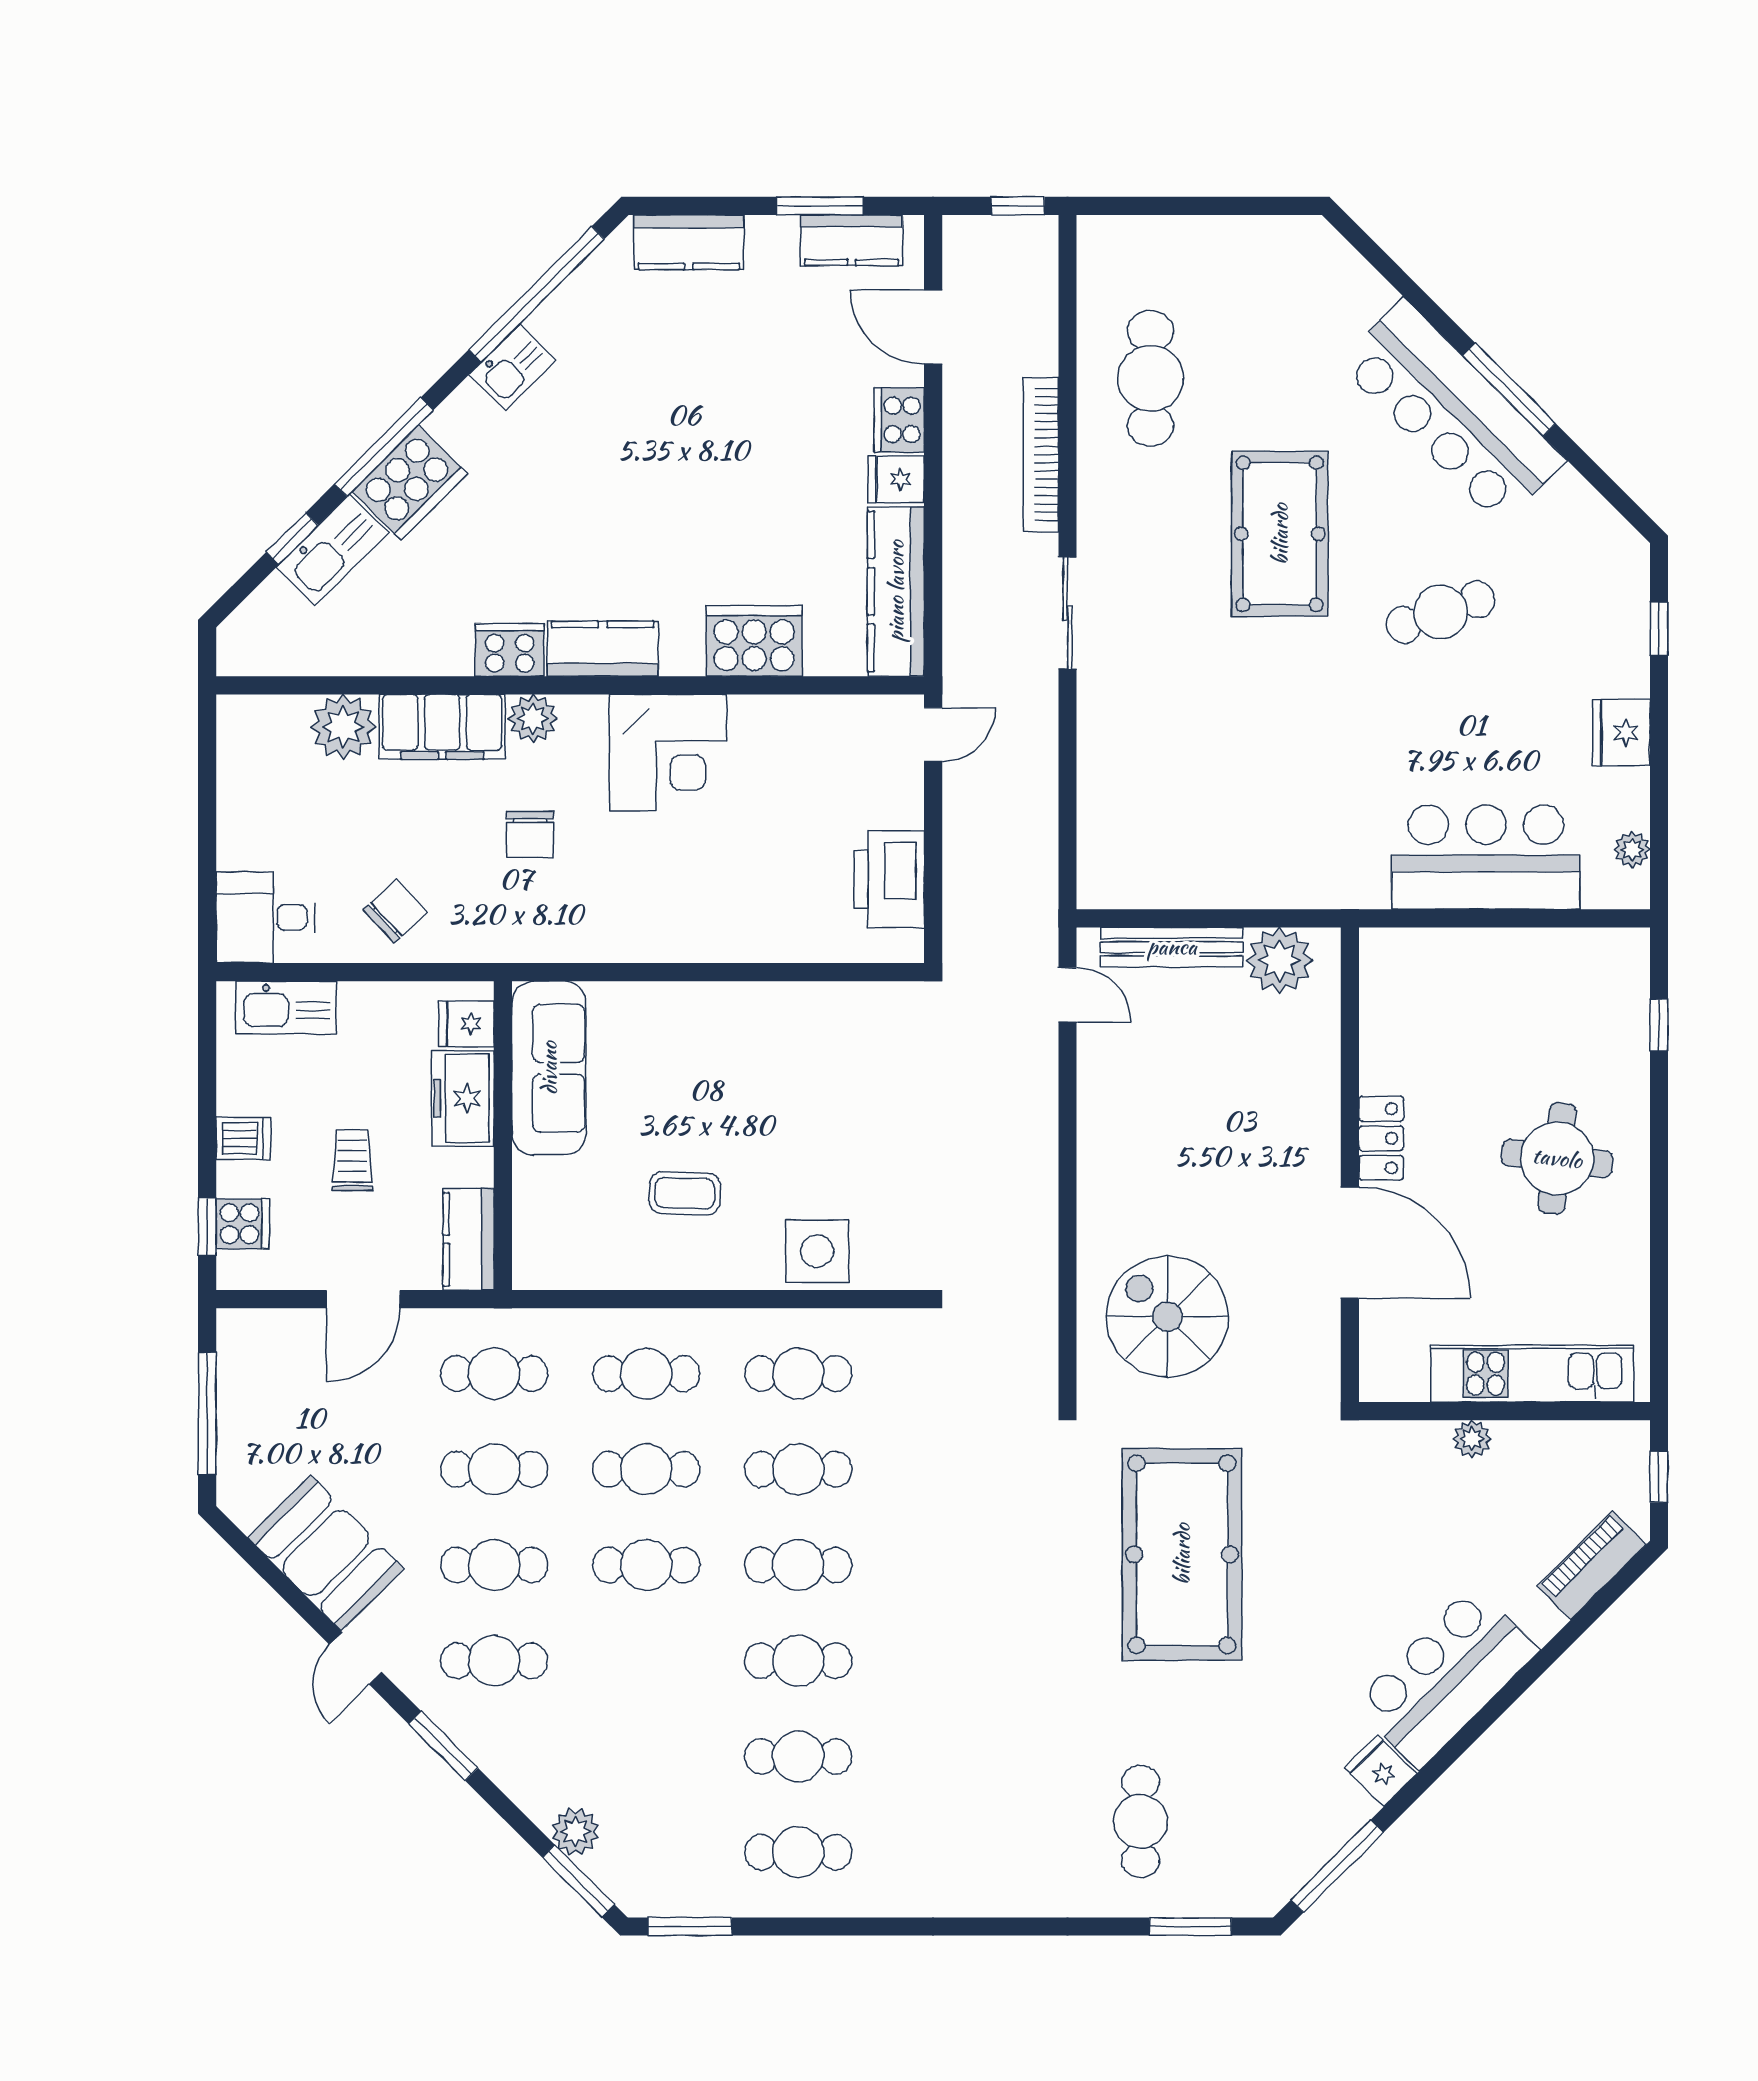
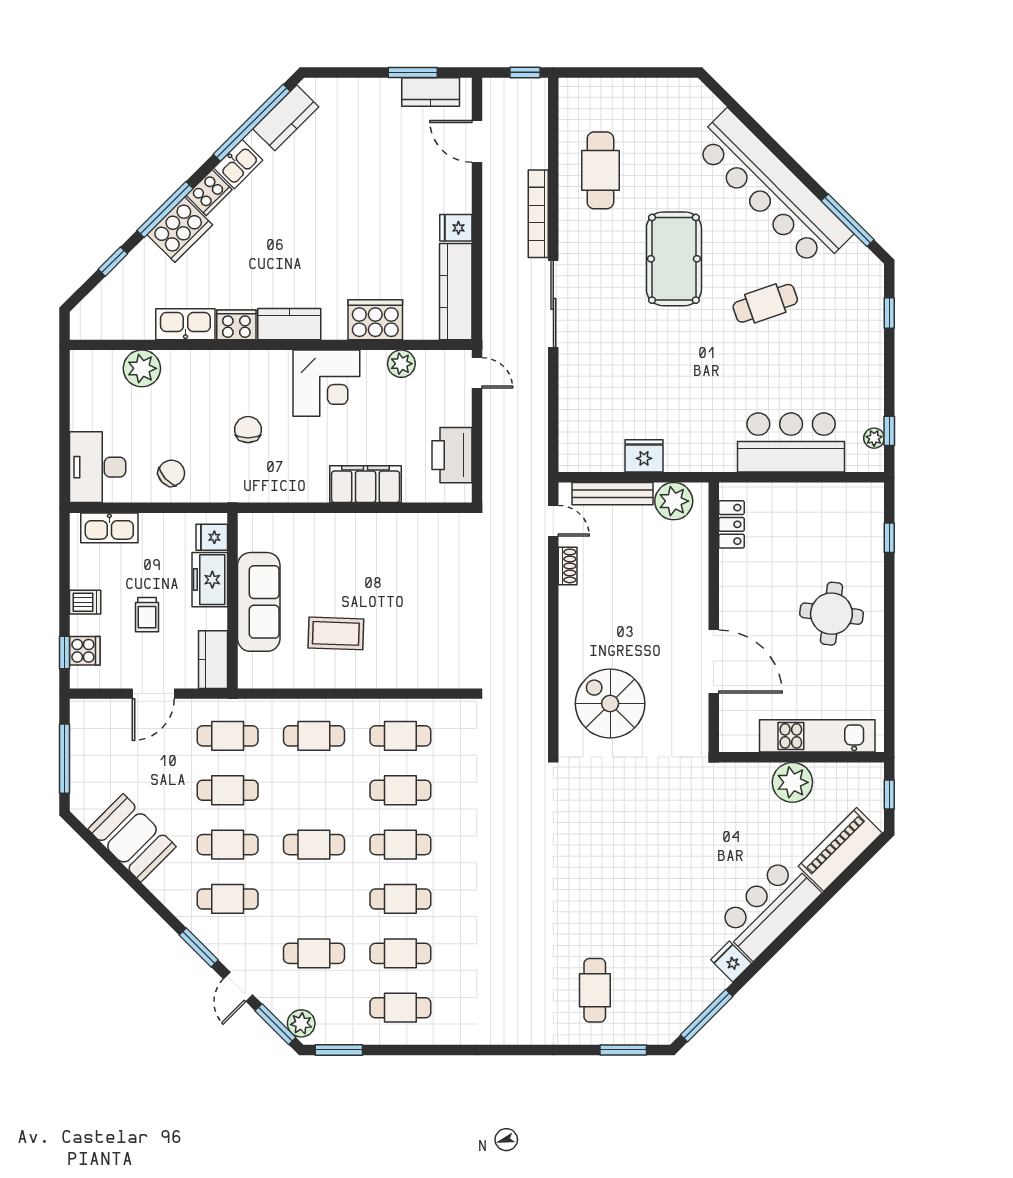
kitchen counter: (689, 242) -> (286, 118), moved, turned -45
window: (1509, 389) -> (848, 220), moved
bar counter: (1452, 412) -> (772, 189), width x1.36
cooker: (899, 420) -> (209, 193), moved, turned -135
kitchen sink: (332, 550) -> (185, 324), moved, turned -135
sliding door: (1068, 613) -> (553, 304), width x1.37
plant: (533, 718) -> (401, 364), moved
filing cabinet: (442, 727) -> (366, 484), moved, turned 180
fridge: (1621, 733) -> (644, 456), moved, turned 90
door: (933, 735) -> (477, 373), hinge flipped
chair: (530, 834) -> (248, 430), turned 180
window: (1659, 837) -> (889, 431), added
desk: (265, 918) -> (98, 467), width x1.37
sofa: (549, 1068) -> (259, 602), moved
shoe rack: (1093, 1074) -> (568, 566), added
locker: (1381, 1138) -> (732, 524), moved
trolley: (352, 1160) -> (147, 615), turned 180
coffee table: (685, 1193) -> (336, 633), width x1.36, depth x1.30
side table: (817, 1251) -> (411, 666), removed
plant: (1472, 1439) -> (792, 782), width x1.88, depth x1.88
cafe table: (646, 1469) -> (314, 953), moved
pool table: (1182, 1554) -> (618, 839), removed
piano: (1592, 1565) -> (840, 849), width x1.37, depth x1.33
door: (356, 1658) -> (238, 987), moved
plant: (576, 1831) -> (301, 1023), moved

